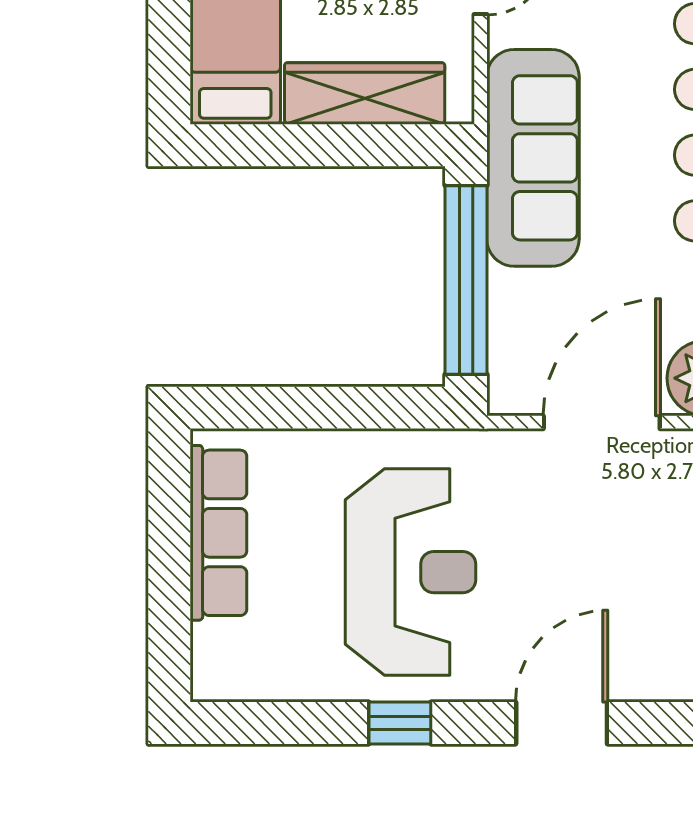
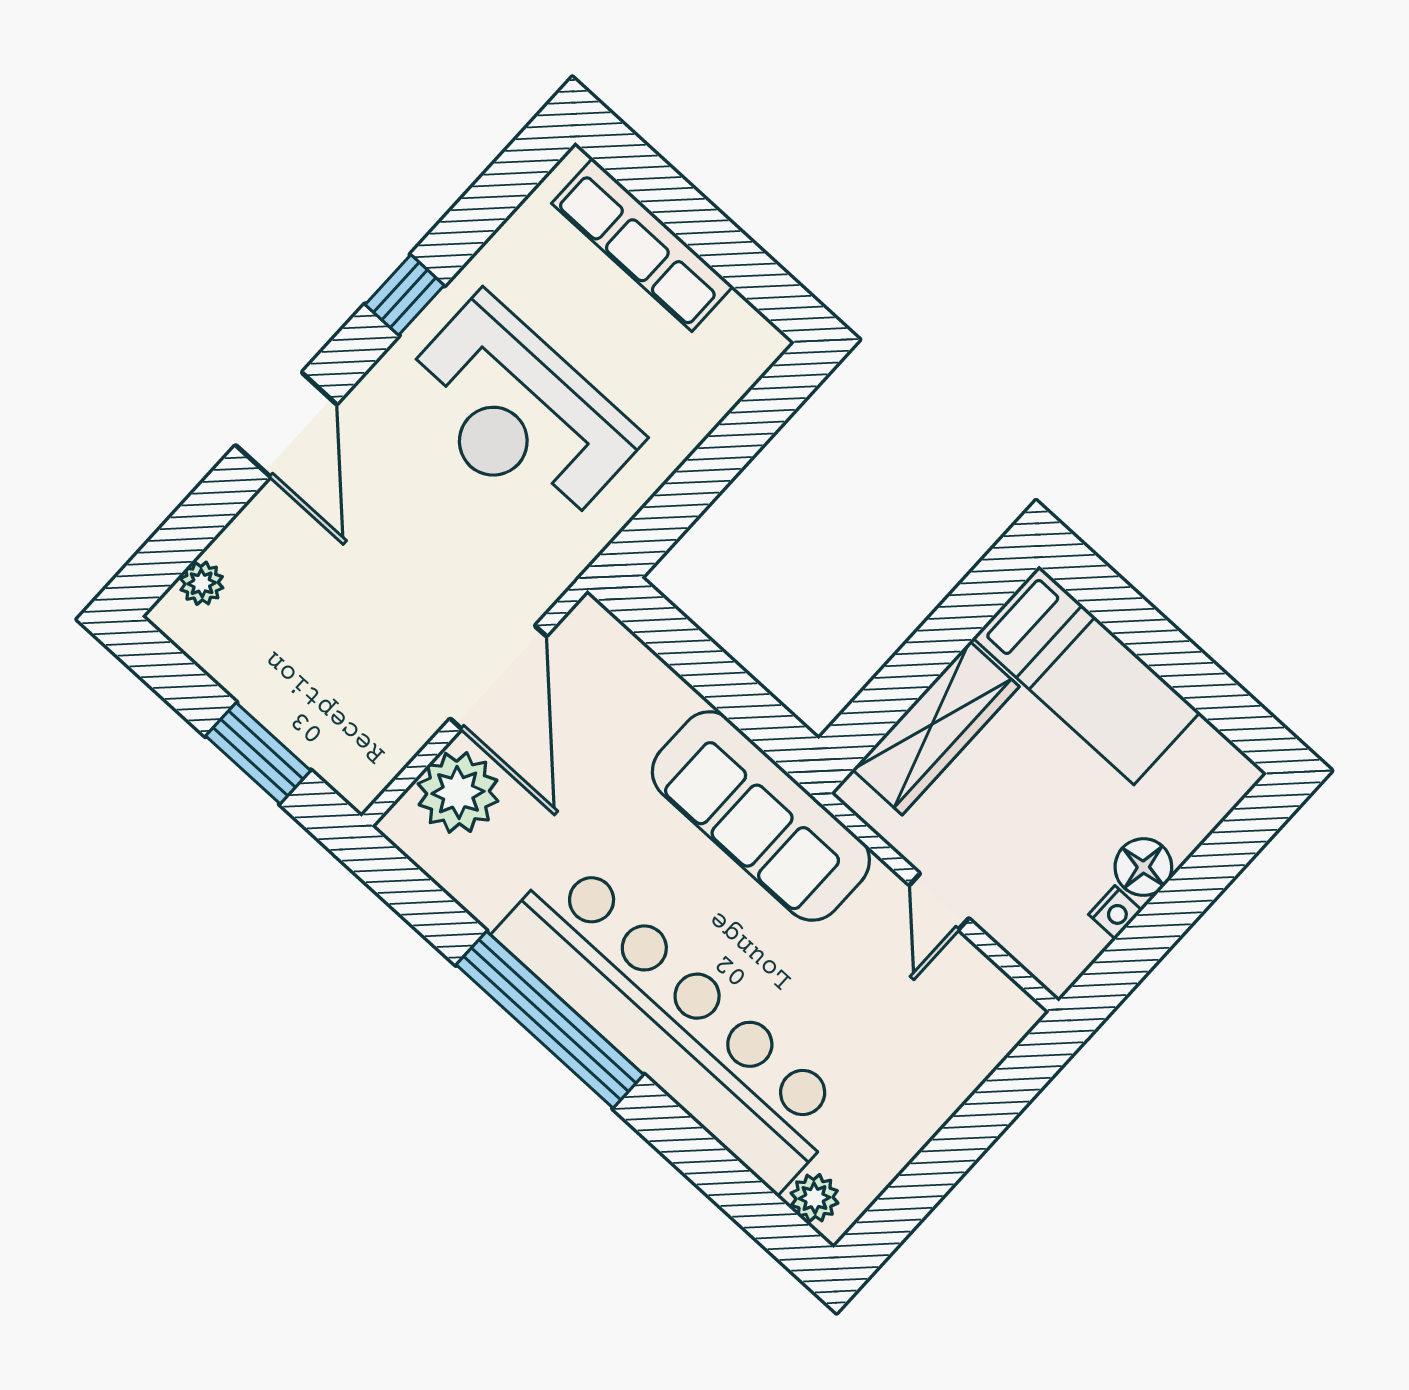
window: (466, 280) -> (712, 673), removed
row of seats: (218, 533) -> (642, 245), moved

